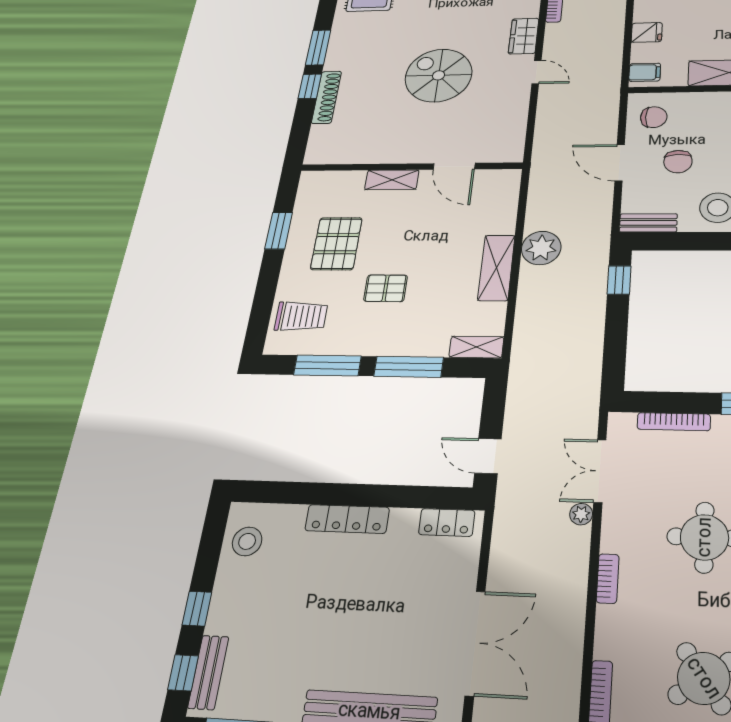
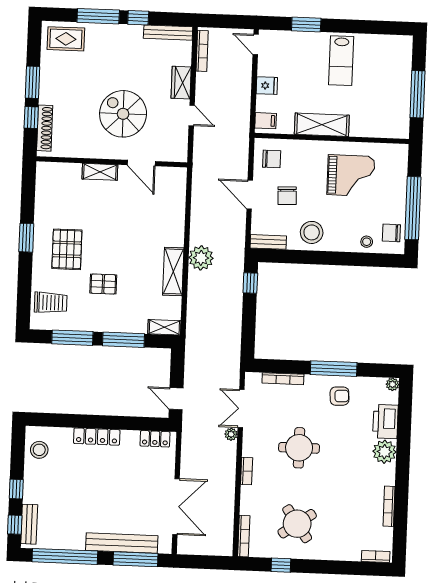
door: (454, 166) -> (141, 163), moved
wall: (411, 167) -> (112, 162), moved
shelving: (392, 180) -> (100, 172), moved

